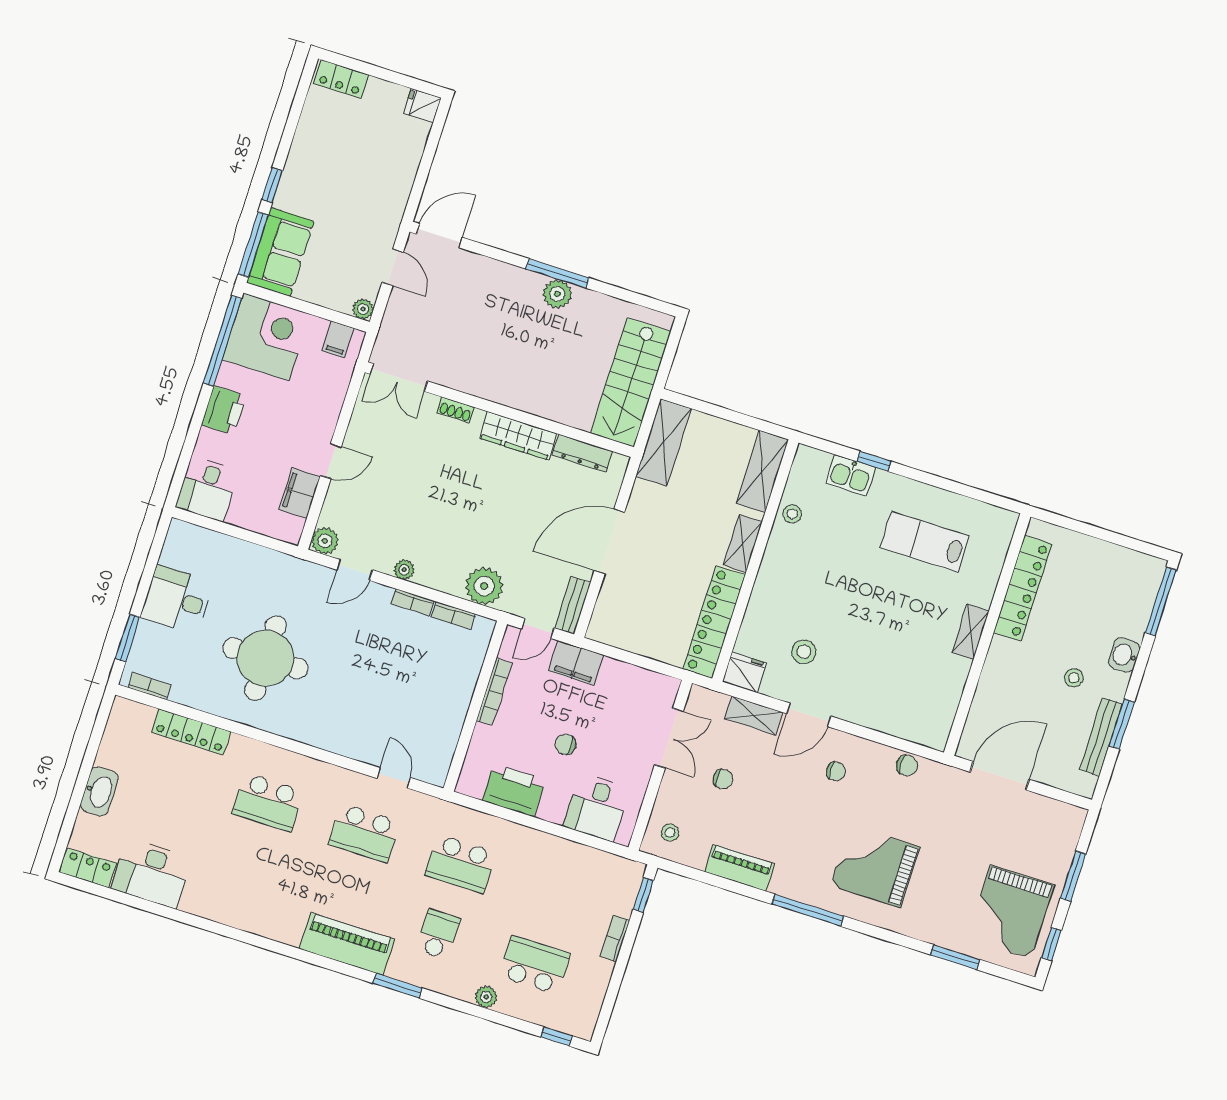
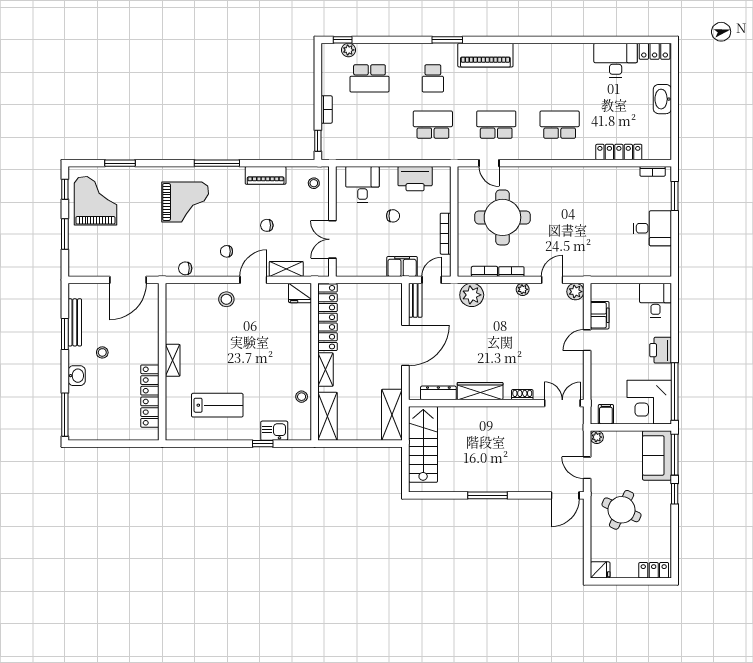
round table: (361, 187) -> (622, 510), added
plant: (557, 294) -> (484, 483), removed
stool: (804, 652) -> (226, 299), moved
round table: (265, 658) -> (502, 217), moved
chair: (723, 779) -> (267, 225), moved
plant: (486, 997) -> (349, 50), moved

